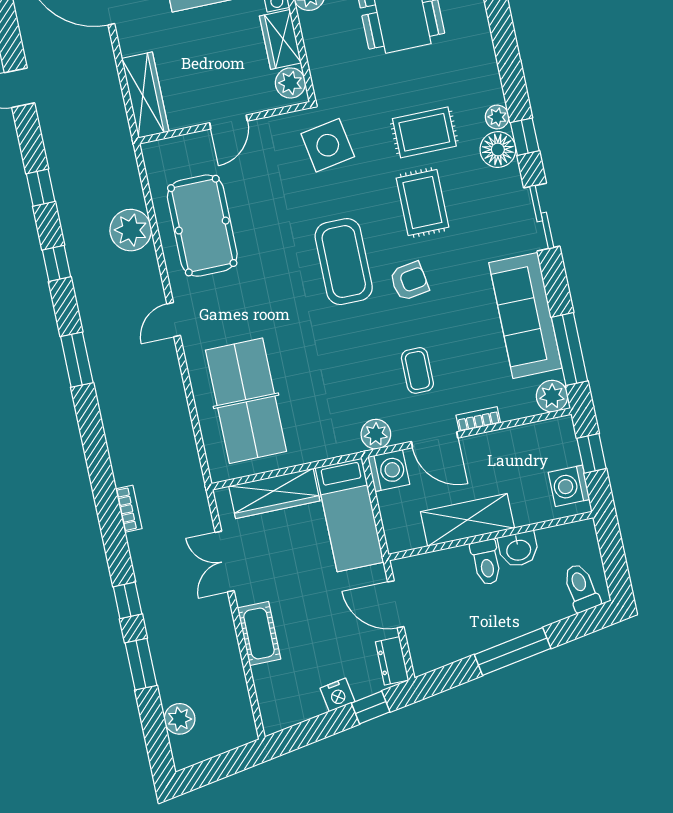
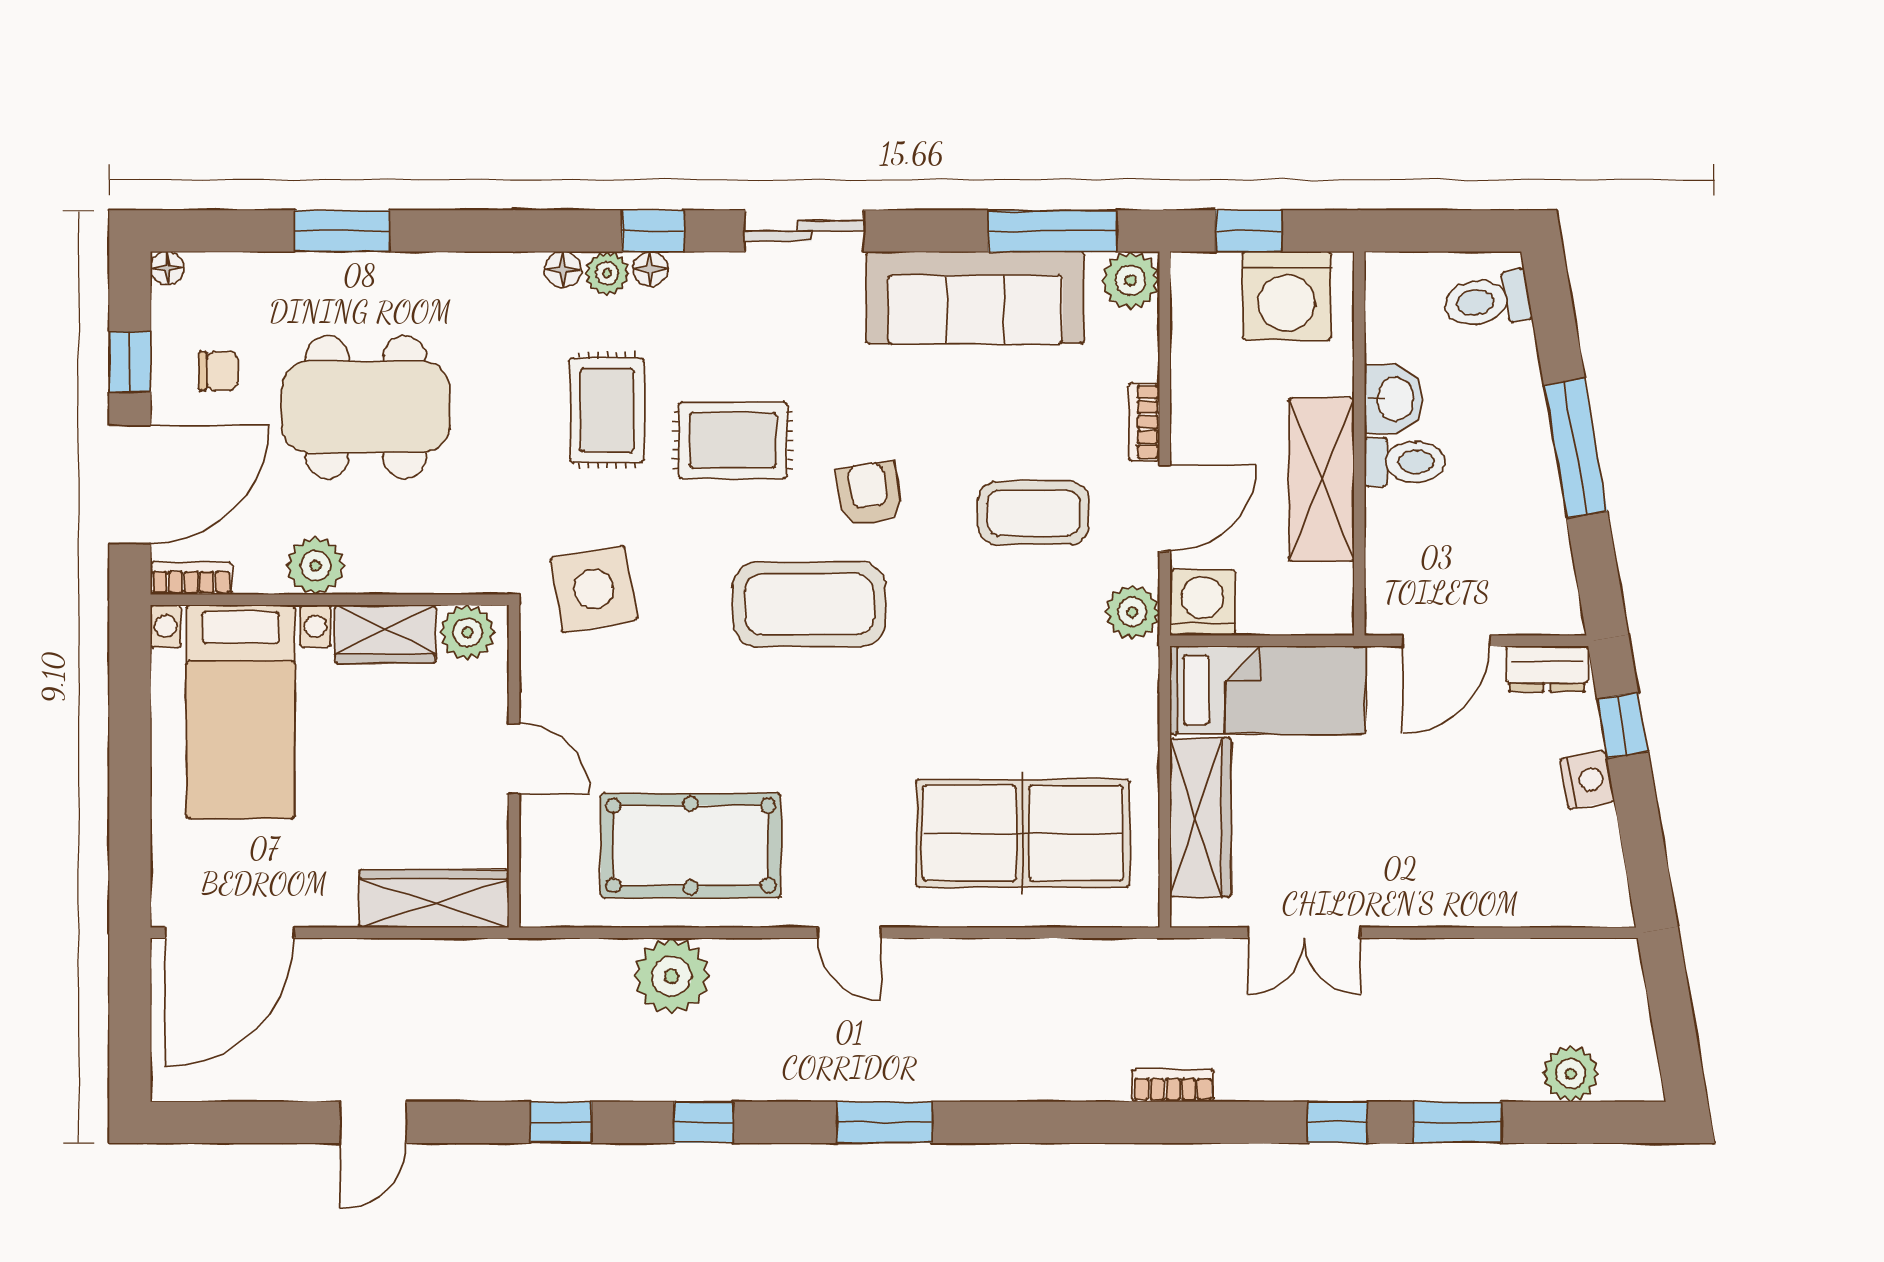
floor lamp: (494, 93) -> (563, 269), added
floor lamp: (498, 150) -> (650, 269), width x0.53, depth x0.53
coffee table: (417, 370) -> (1033, 513), width x1.36, depth x1.30
washing machine: (569, 486) -> (1287, 296), width x1.37, depth x1.37
cot: (259, 633) -> (1447, 898), removed

